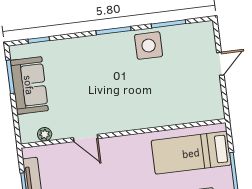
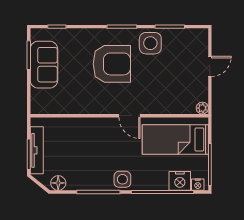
armchair: (107, 75) -> (112, 64), added
plant: (45, 134) -> (202, 108), moved
door: (86, 138) -> (129, 116), moved

